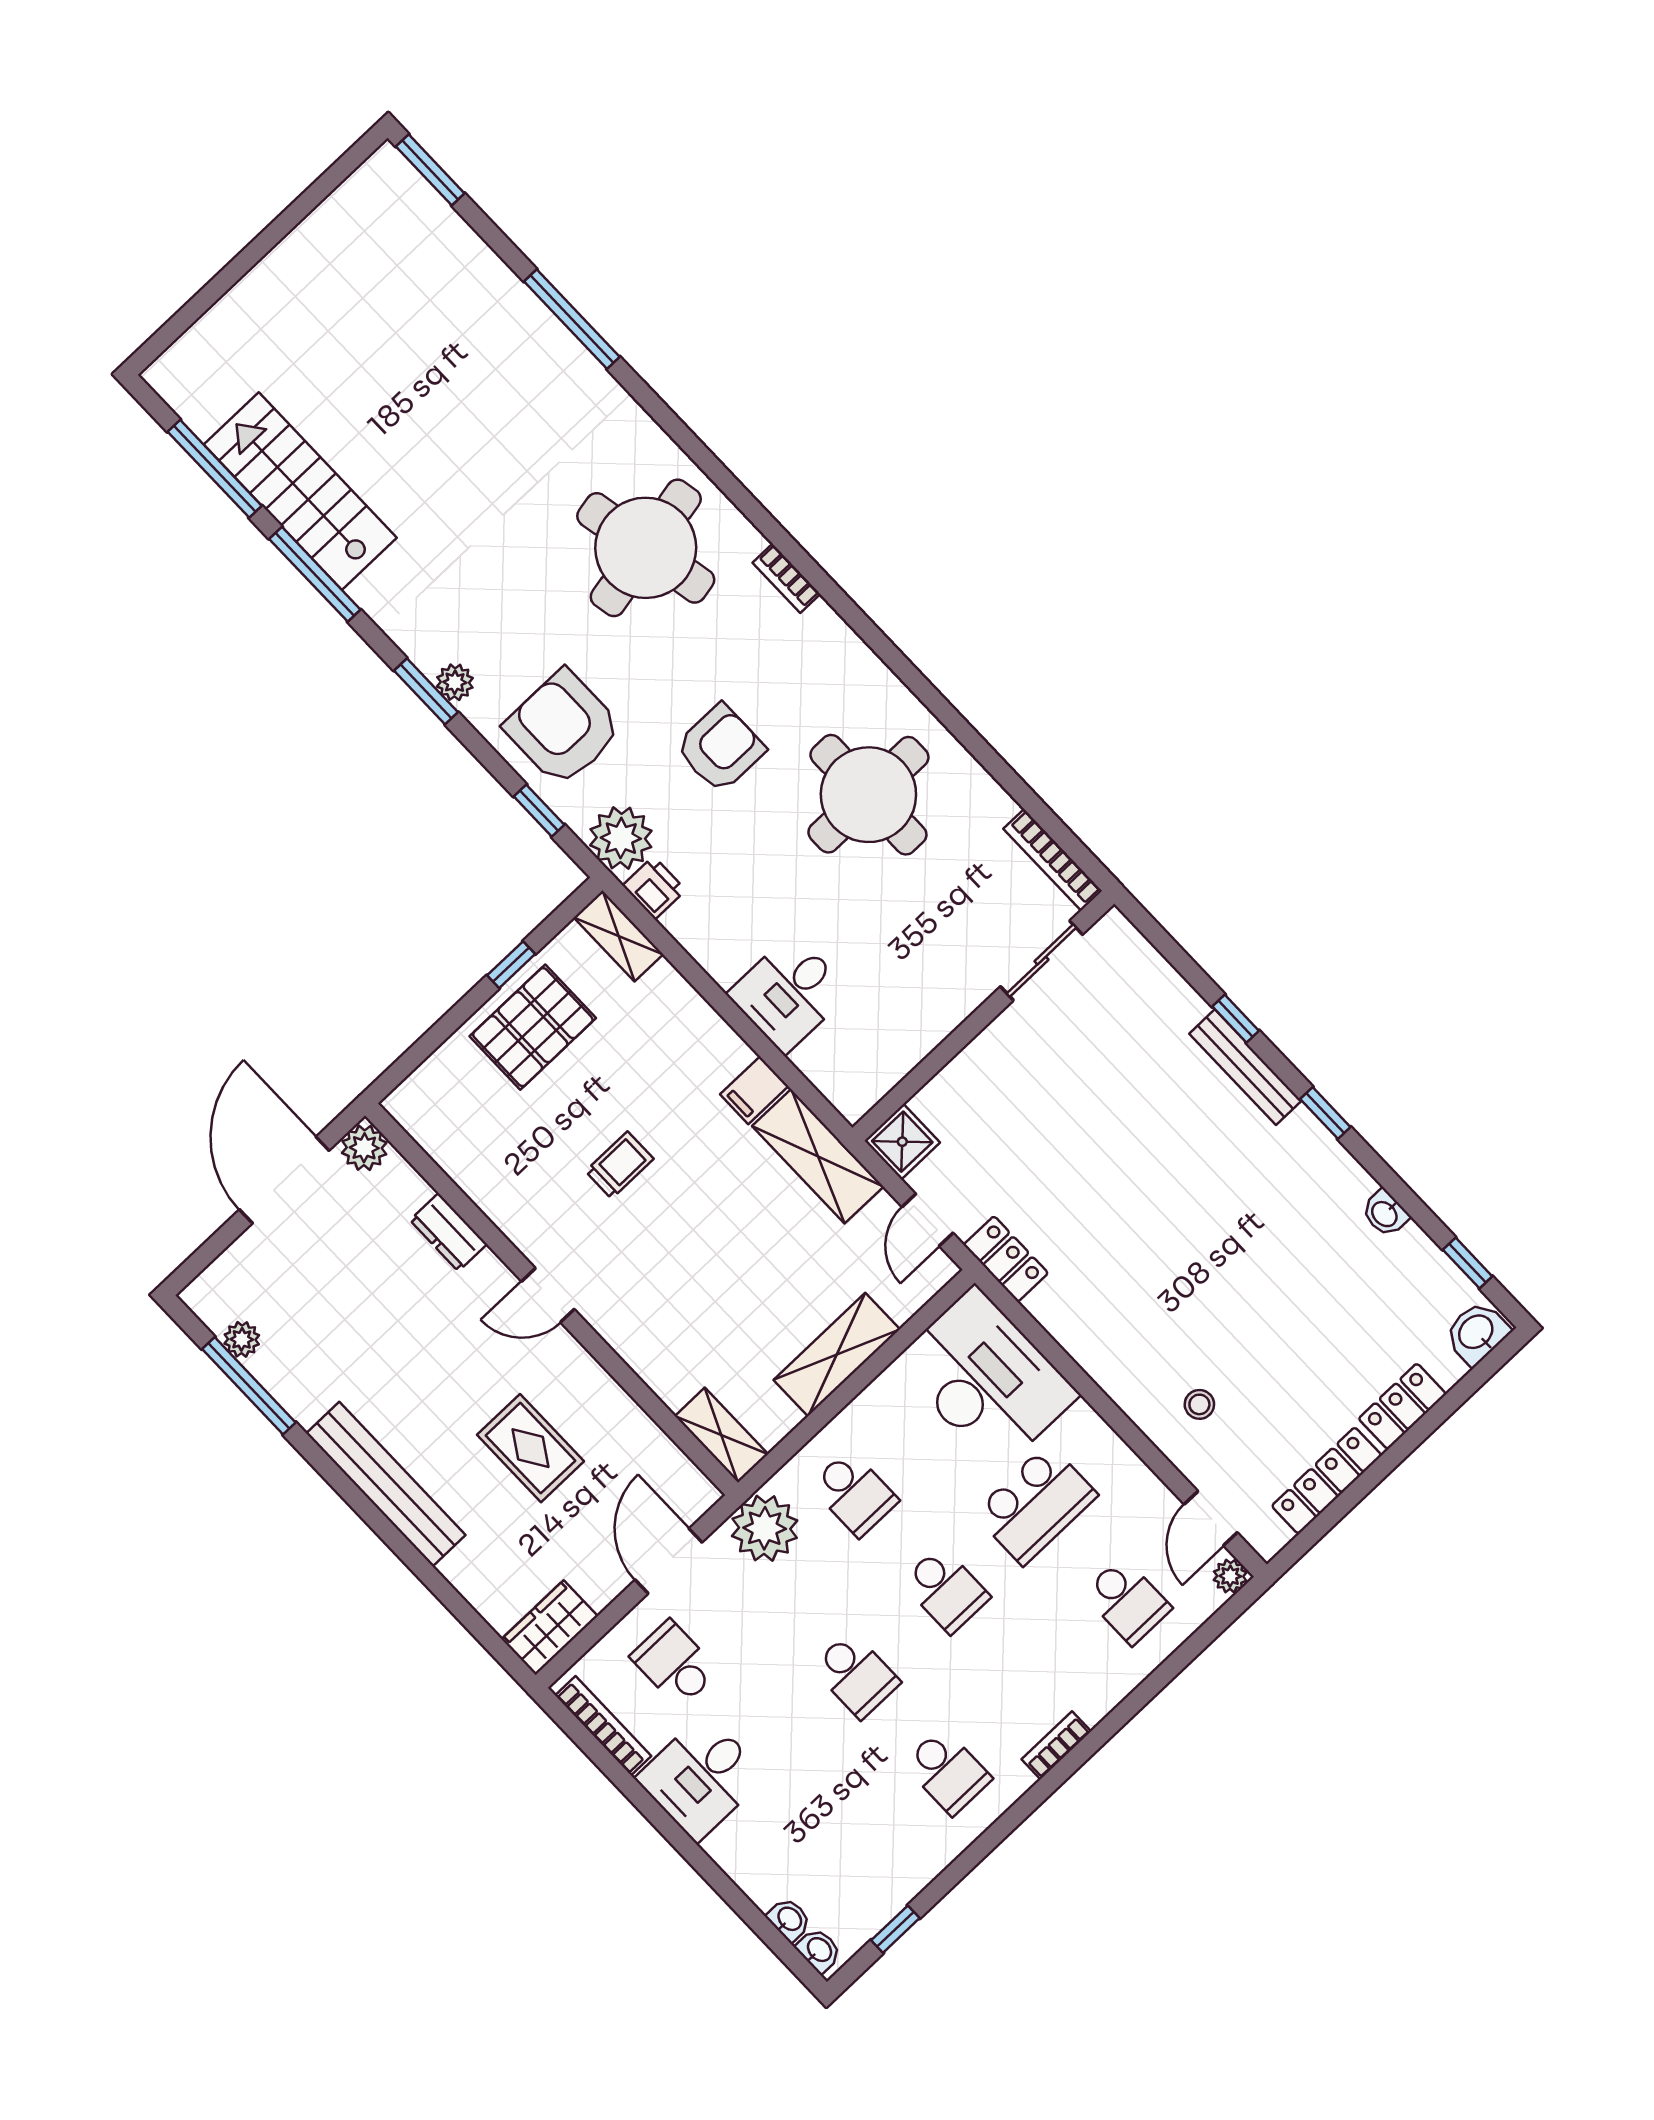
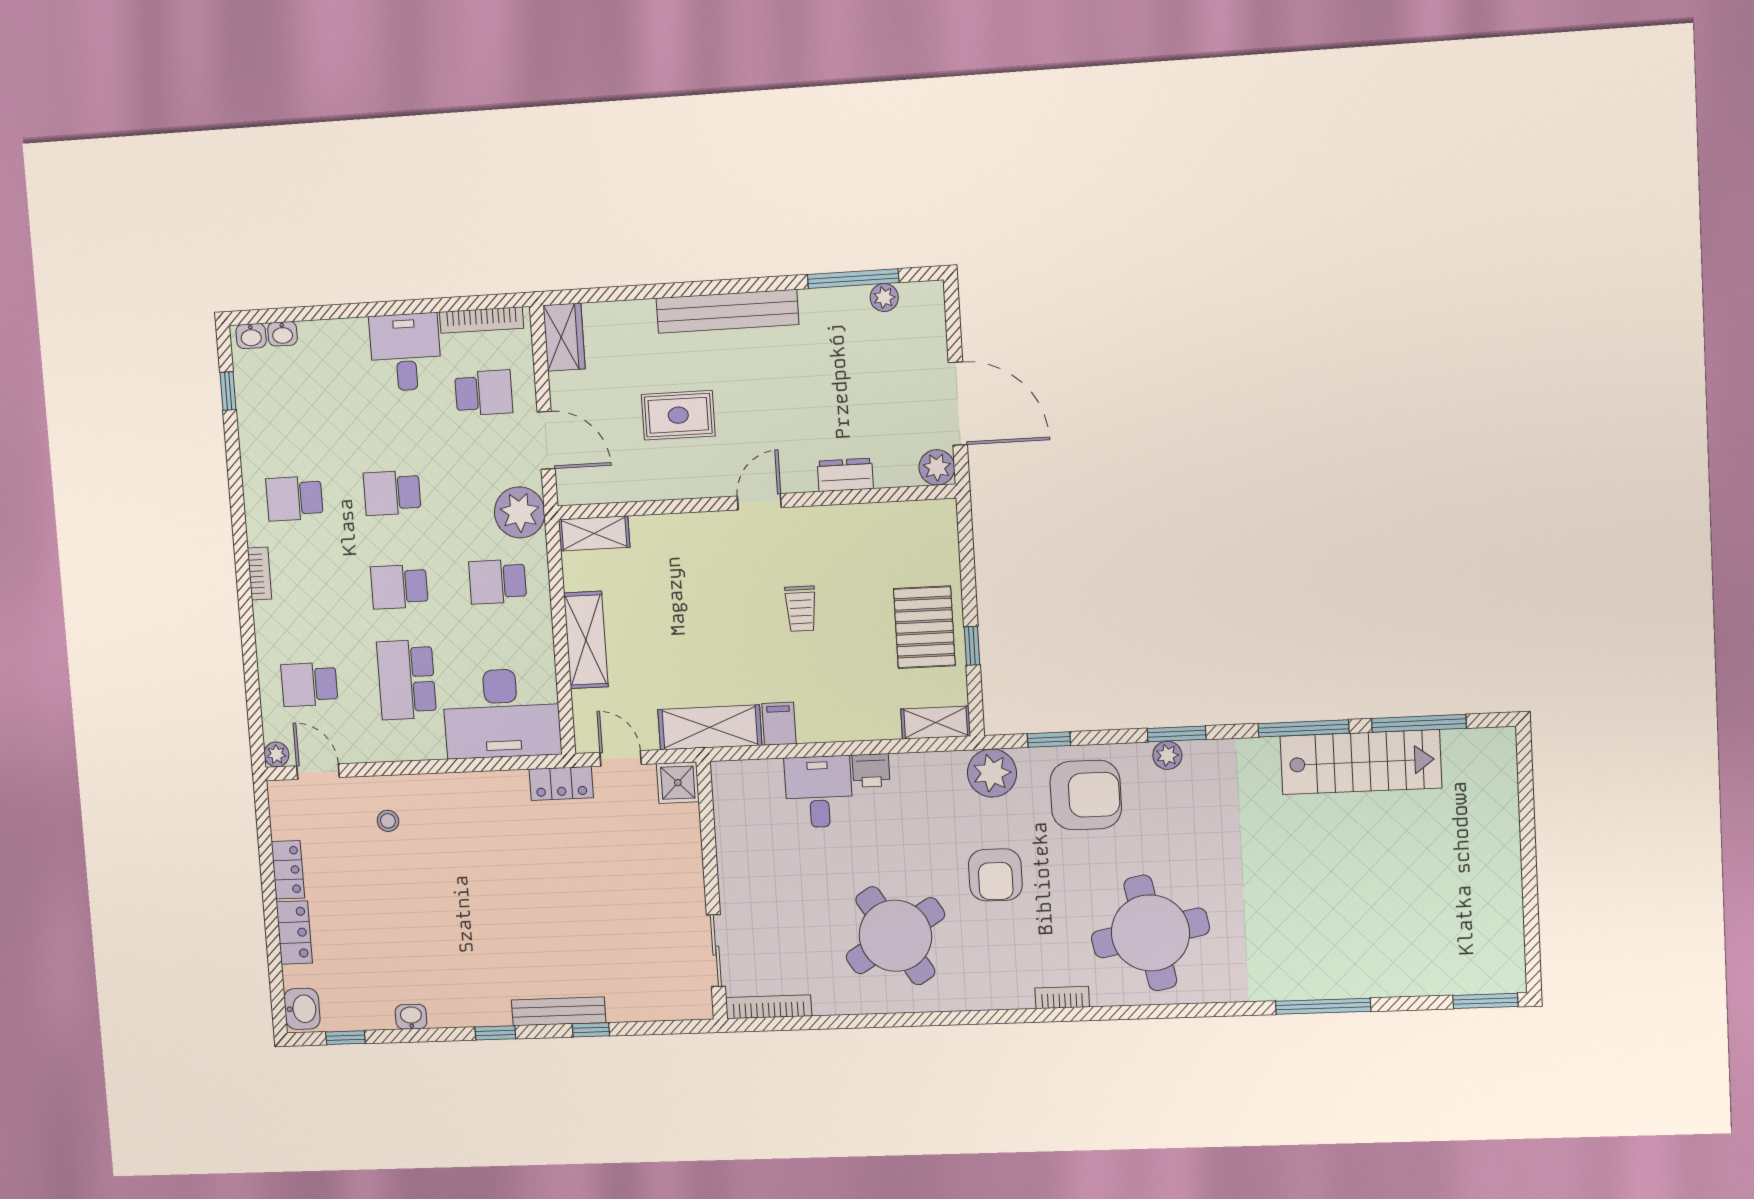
round table: (868, 795) -> (895, 936), turned -32
printer: (654, 888) -> (871, 770), moved
locker: (1327, 1481) -> (288, 870), width x0.66

